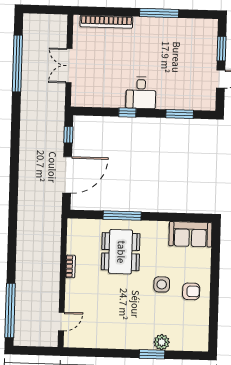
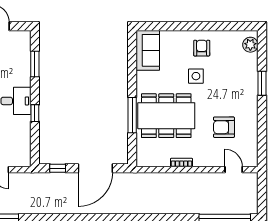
door: (67, 175) -> (95, 168), swing flipped
dining table: (121, 252) -> (166, 116), width x1.36, depth x1.24
armchair: (107, 312) -> (224, 127), added
plant: (162, 342) -> (250, 45), moved

